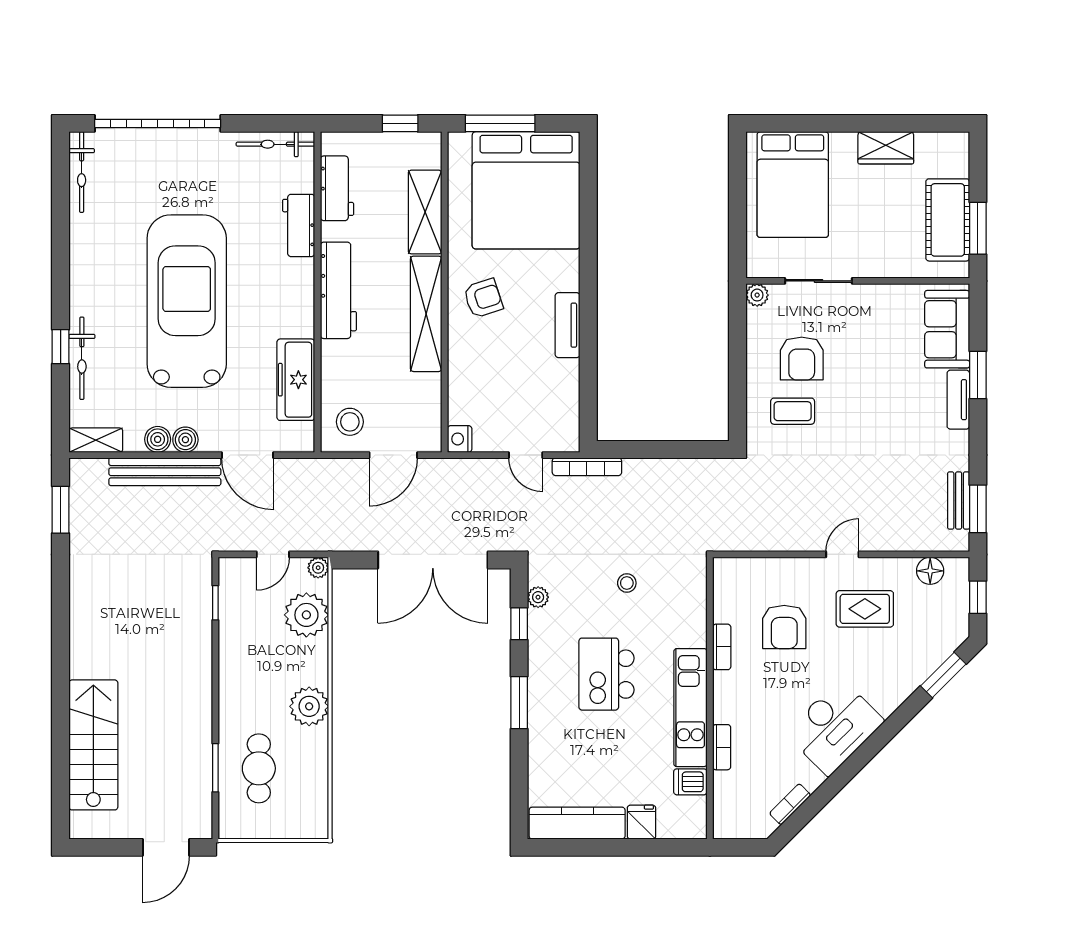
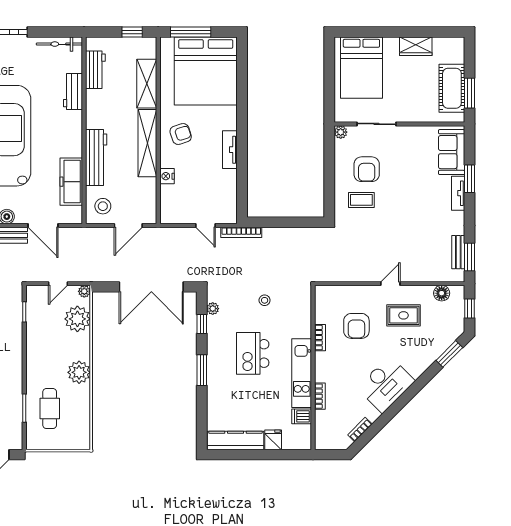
workbench: (338, 290) -> (96, 158), moved
nightstand: (460, 439) -> (167, 176), moved

